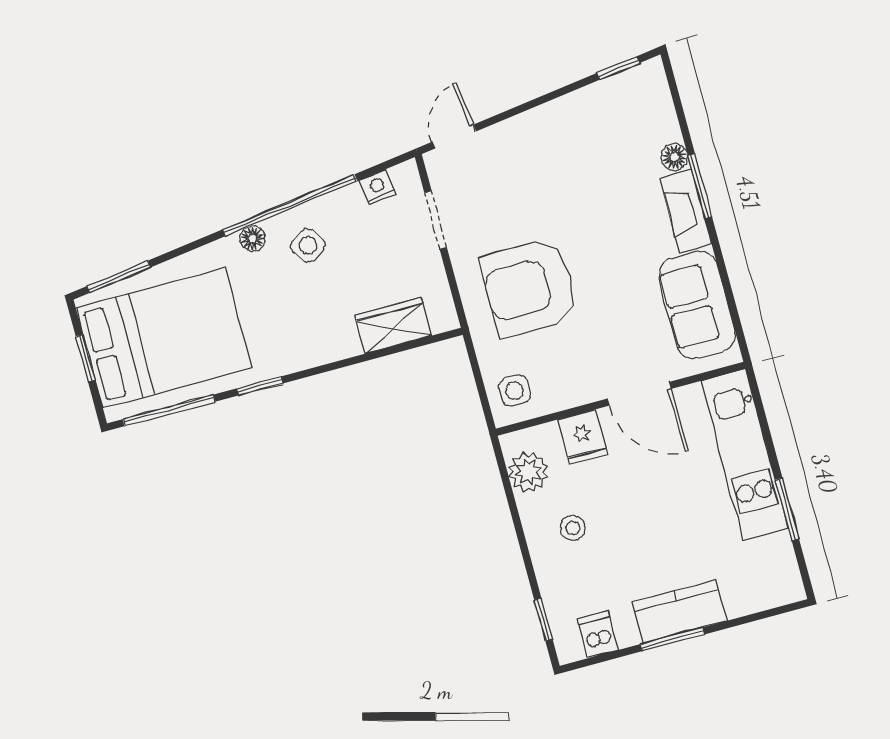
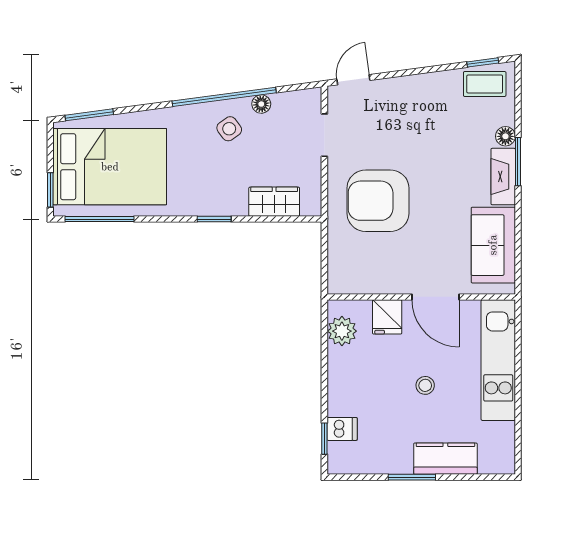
coffee table: (628, 96) -> (485, 84), added
nightstand: (378, 187) -> (290, 101), removed
floor lamp: (253, 239) -> (261, 104), moved
window: (85, 358) -> (50, 190), moved
window: (260, 386) -> (214, 219), moved
side table: (515, 391) -> (348, 271), removed
window: (787, 509) -> (518, 407), removed
stool: (573, 528) -> (425, 385), moved
kitchen counter: (679, 611) -> (445, 459), moved
dishwasher: (598, 634) -> (342, 429), moved, turned 90

